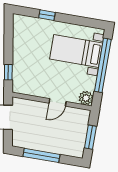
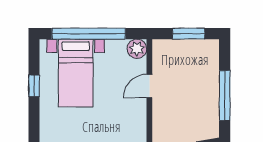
window: (47, 15) -> (34, 86), moved
door: (58, 102) -> (149, 86), swing flipped

